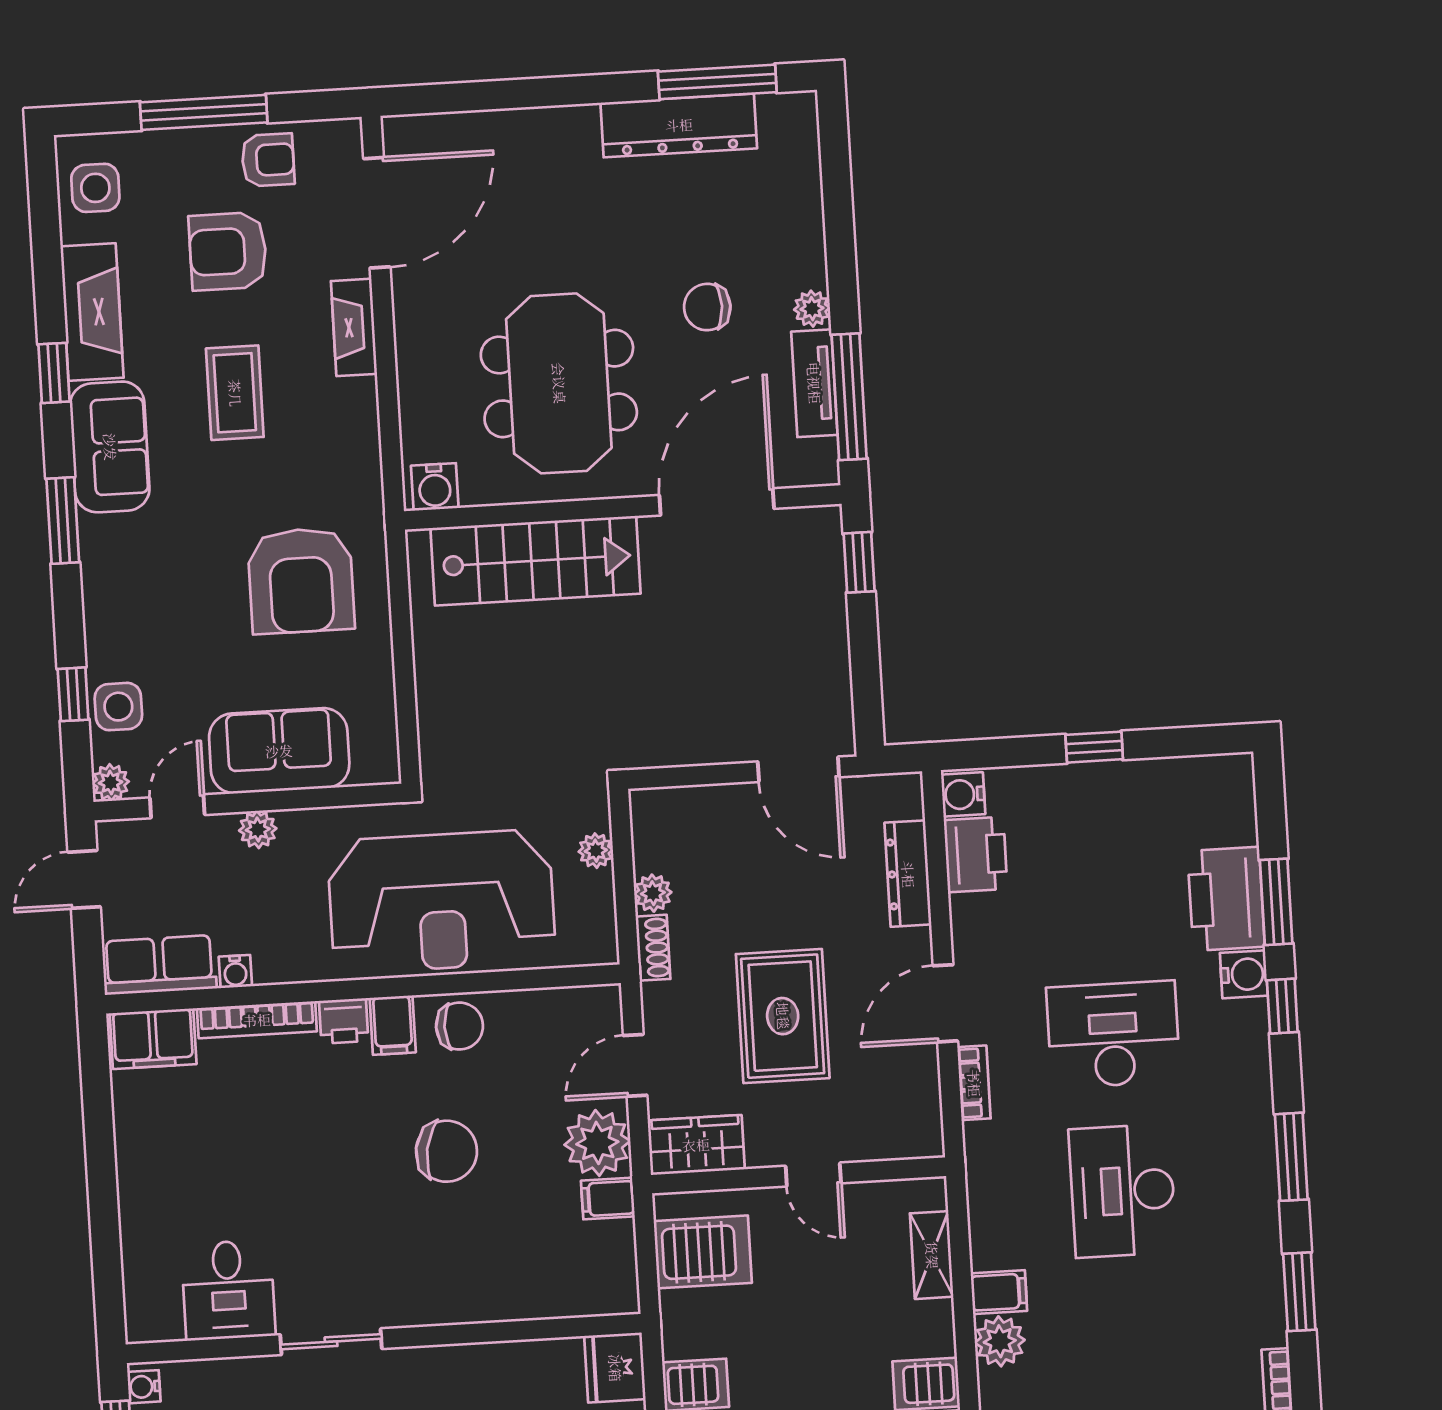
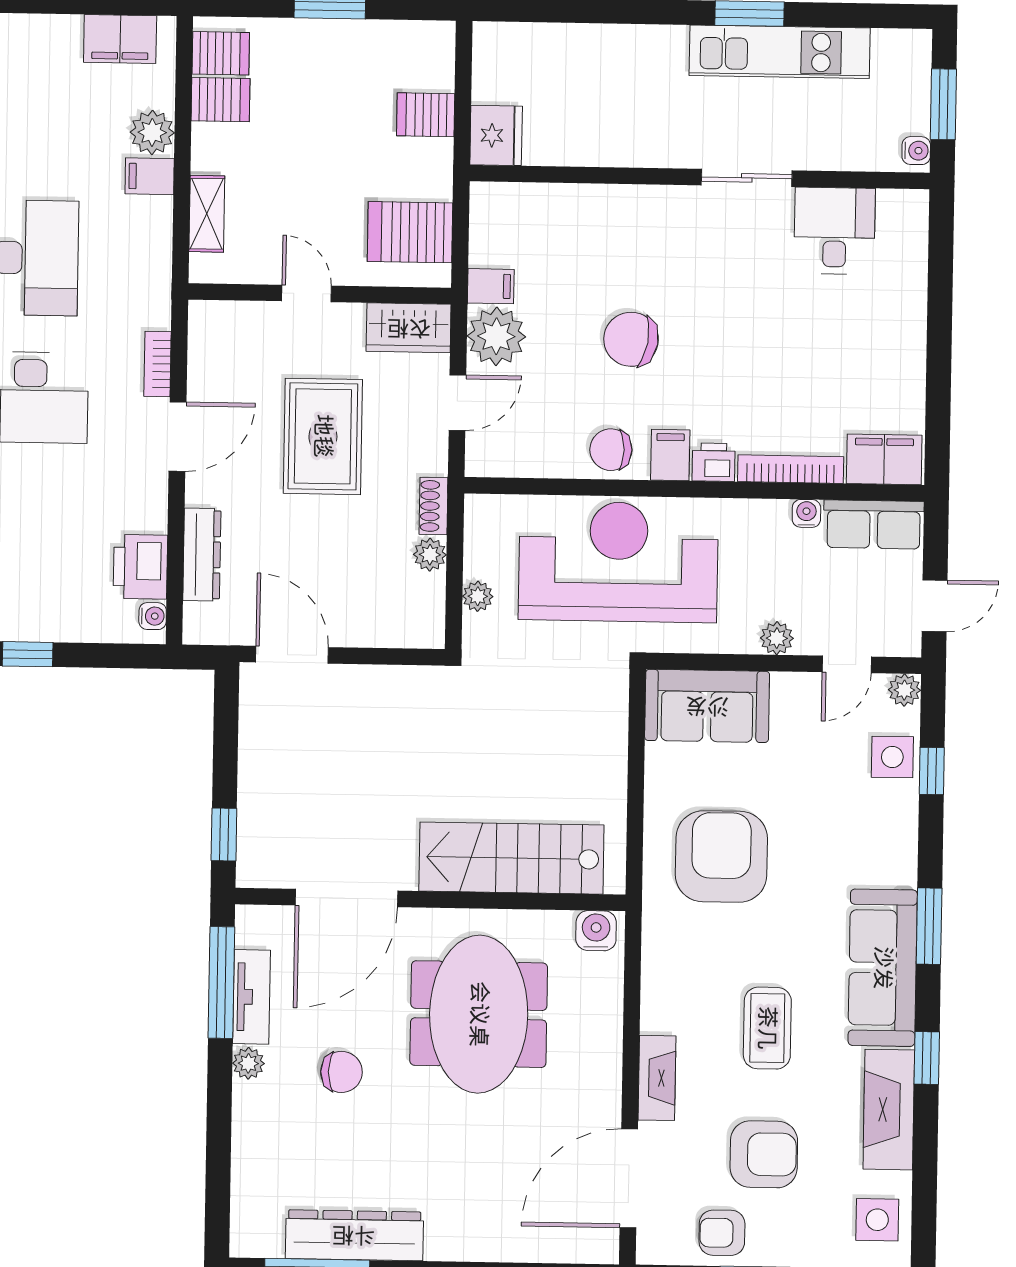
sofa: (110, 447) -> (883, 968), width x1.36
sofa: (279, 751) -> (707, 706), moved
water cooler: (963, 794) -> (153, 616), width x0.72, depth x0.72

